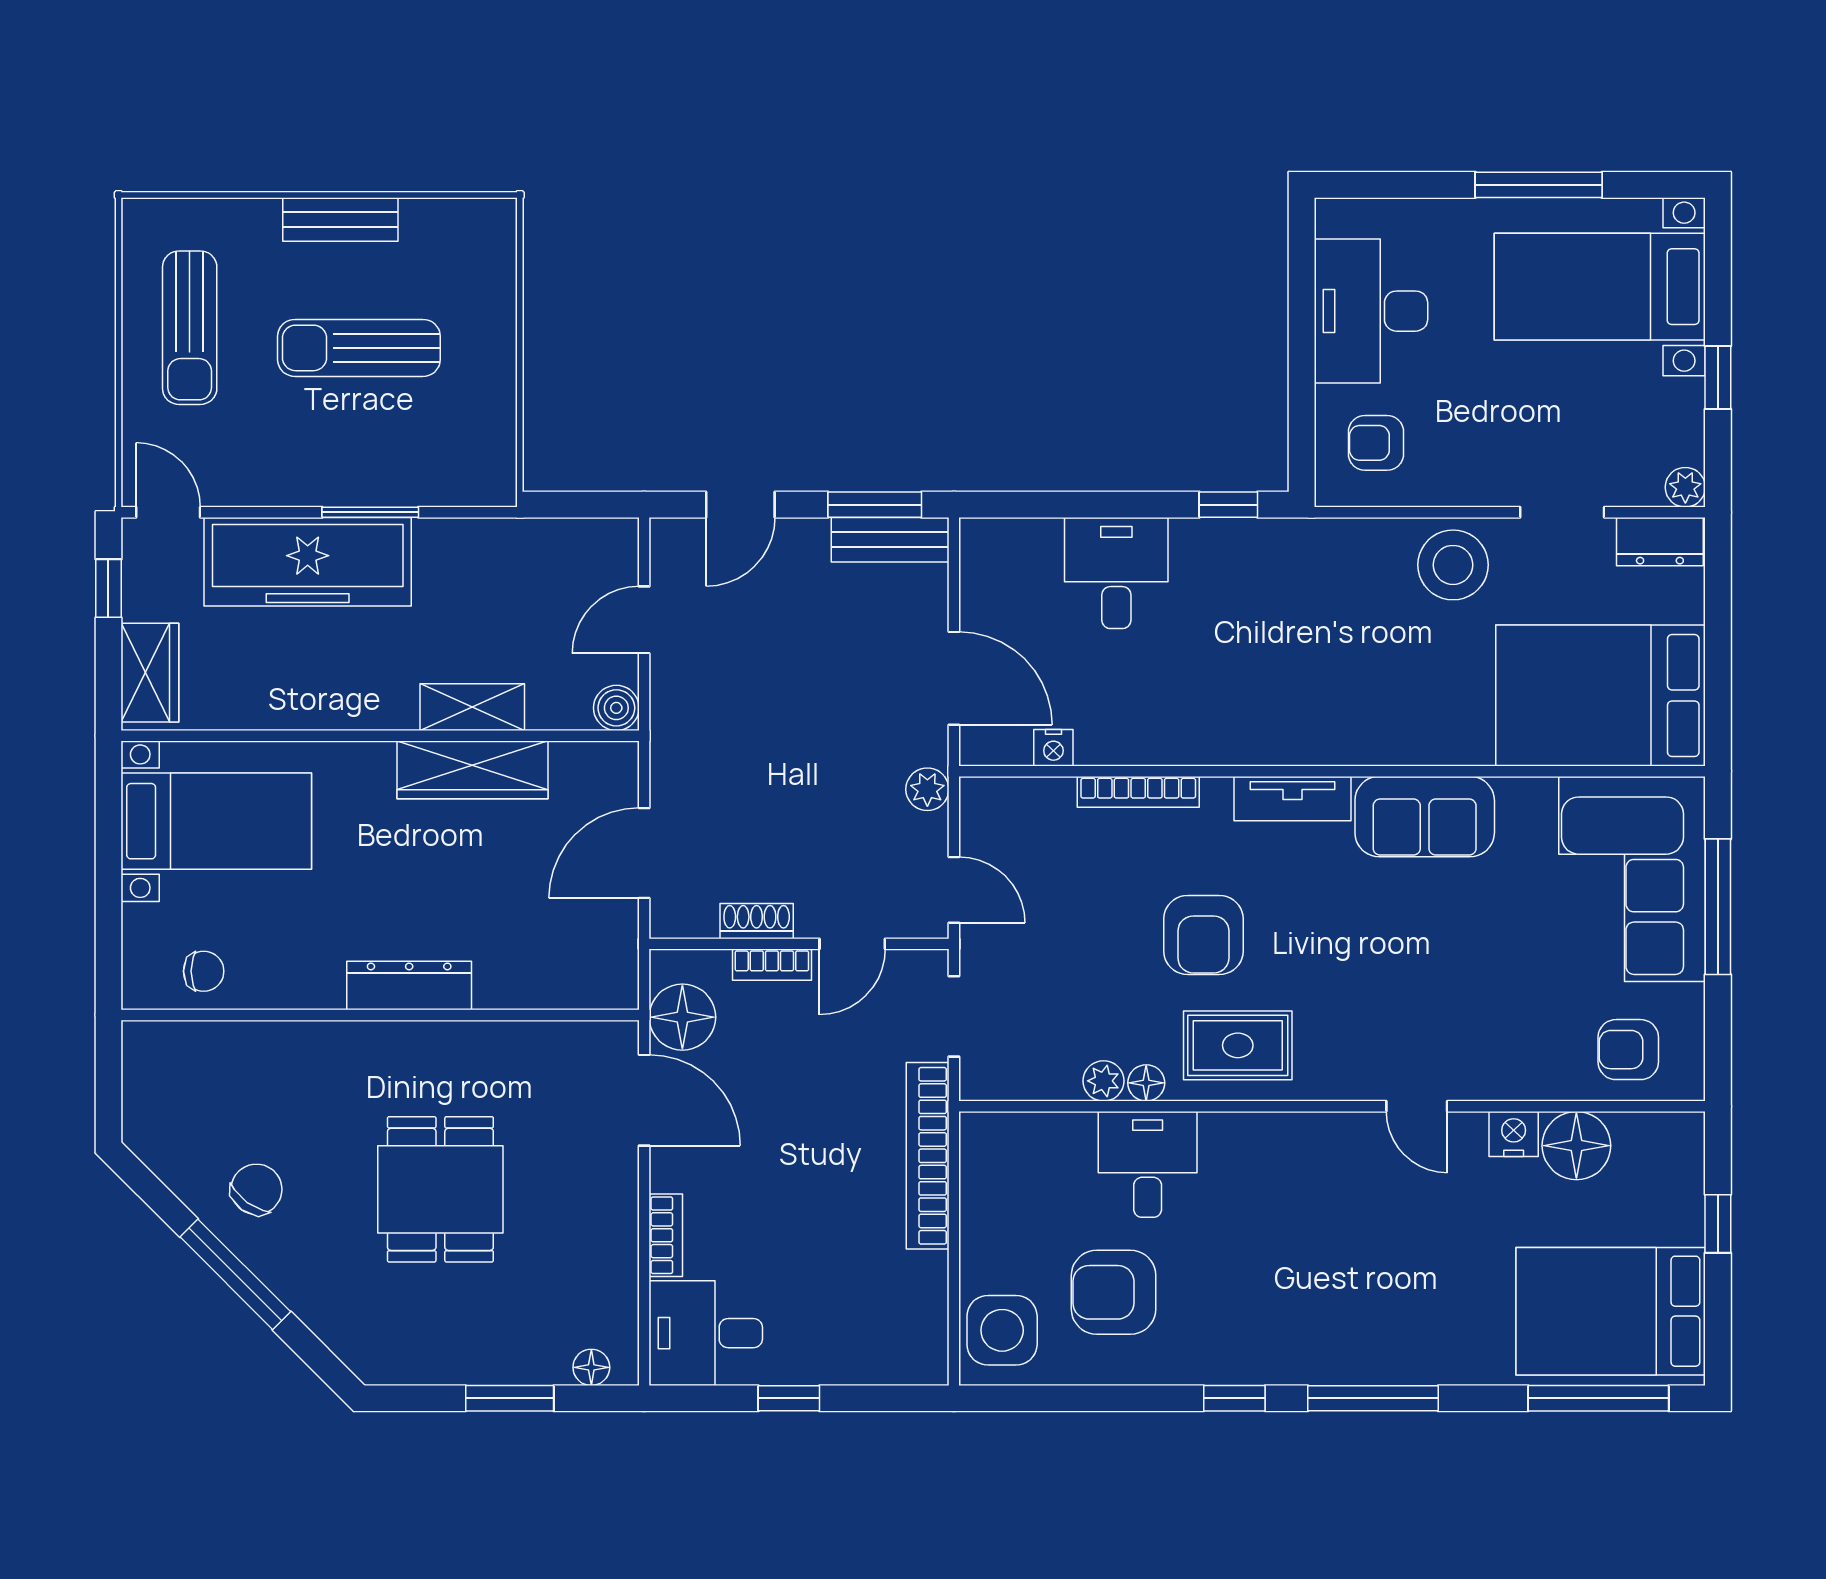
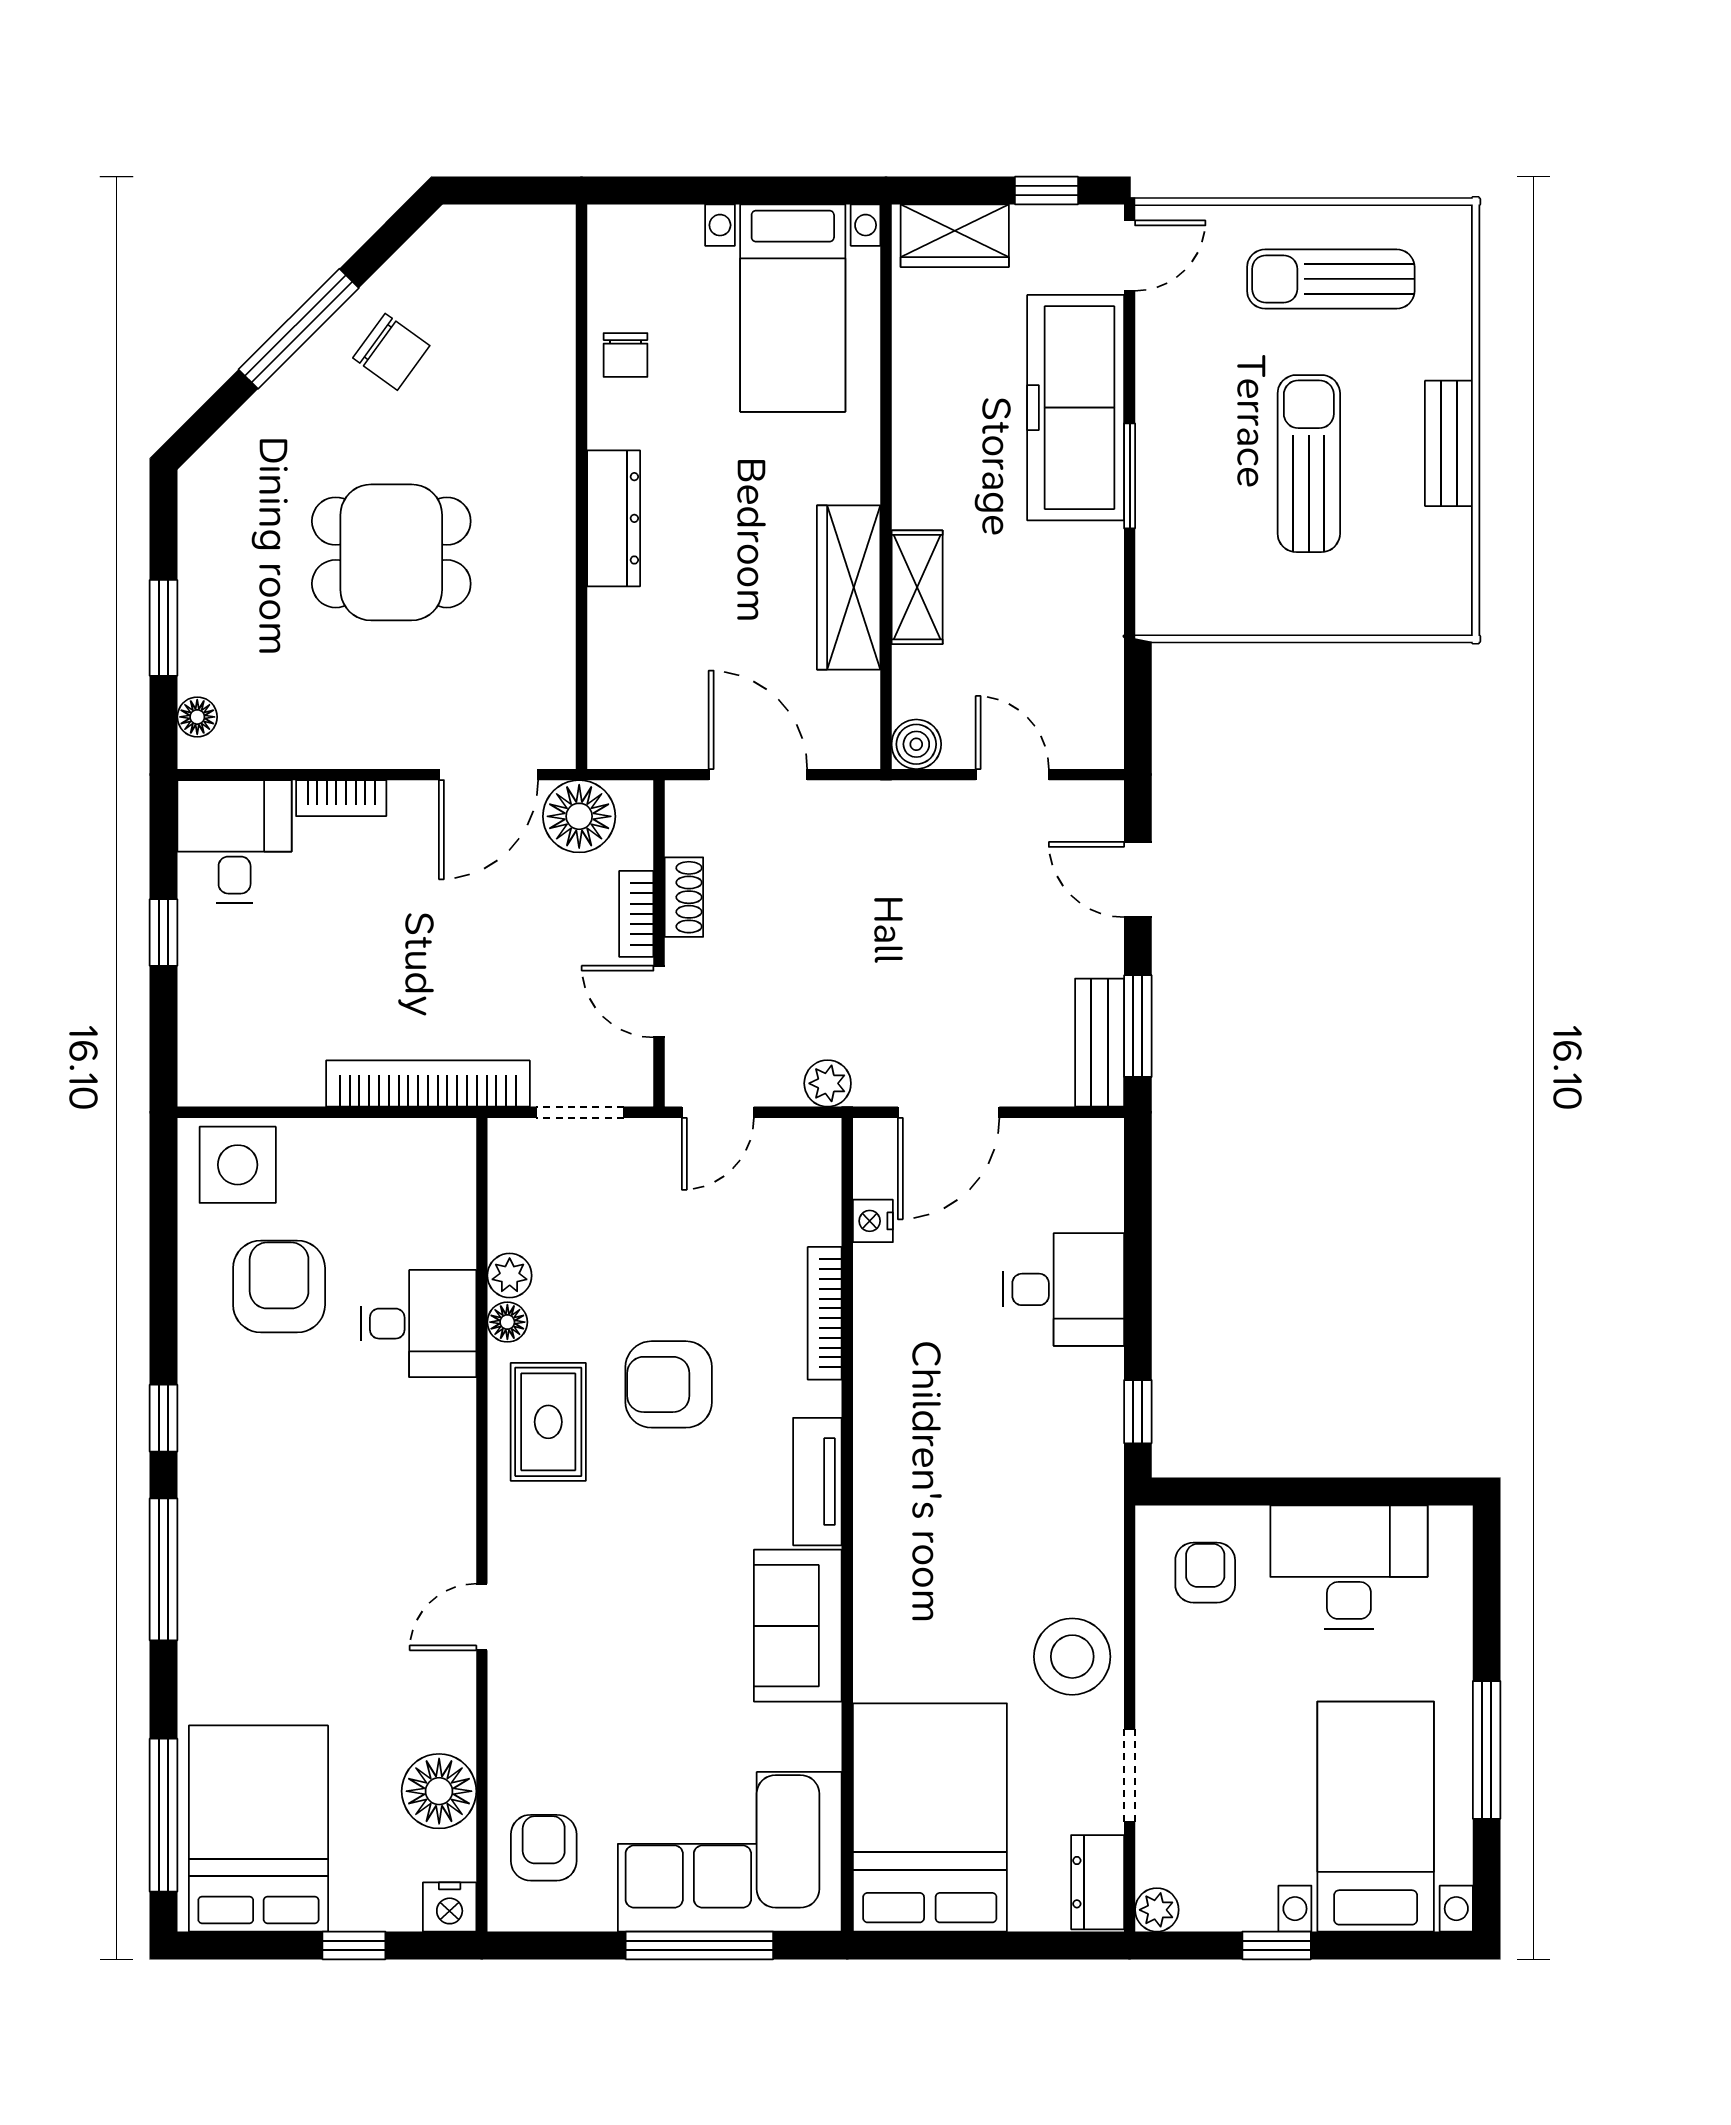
chair: (204, 971) -> (626, 355), moved
nightstand: (1514, 1134) -> (450, 1907), moved, turned 90

